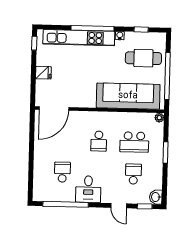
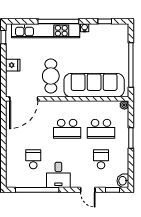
cafe table: (143, 58) -> (51, 76), moved, turned 90
school desk: (99, 141) -> (67, 129), width x1.85

